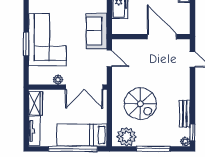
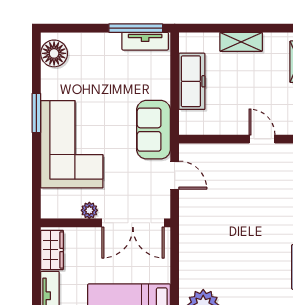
door: (162, 37) -> (262, 139), width x0.53
window: (26, 44) -> (36, 113), moved
spiral stairs: (140, 104) -> (226, 251), removed

